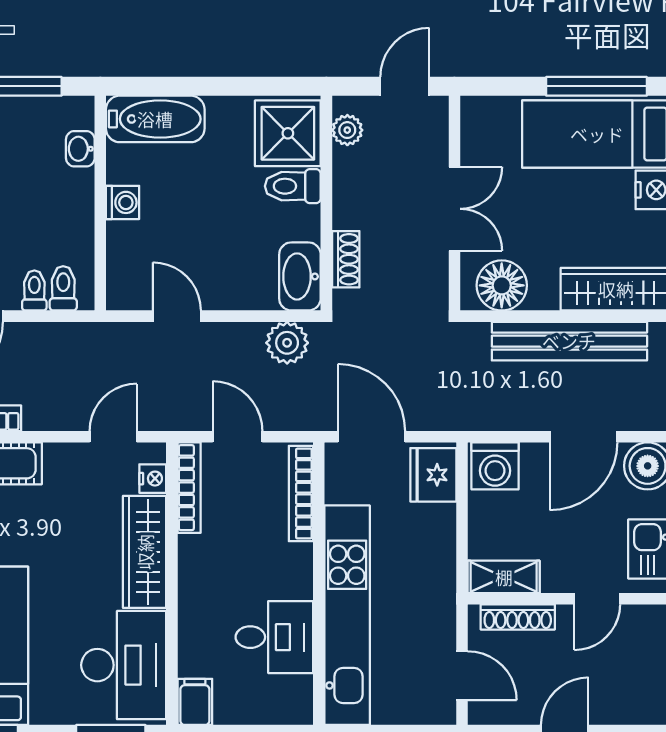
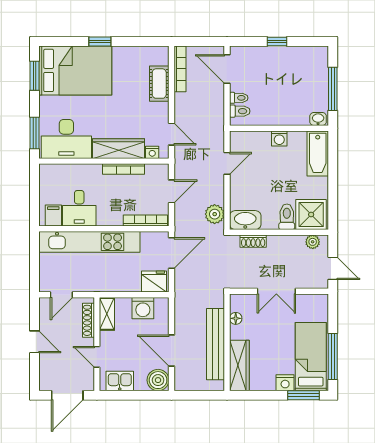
washbasin: (80, 149) -> (318, 119), moved
floor lamp: (502, 285) -> (236, 318), width x0.53, depth x0.53
washing machine: (495, 466) -> (143, 308), moved, turned -90
bookcase: (189, 488) -> (124, 169), moved
filing cabinet: (195, 702) -> (53, 216), moved, turned -90

